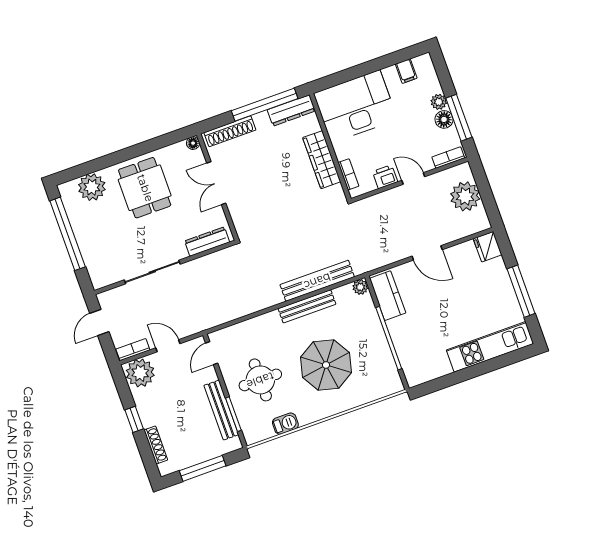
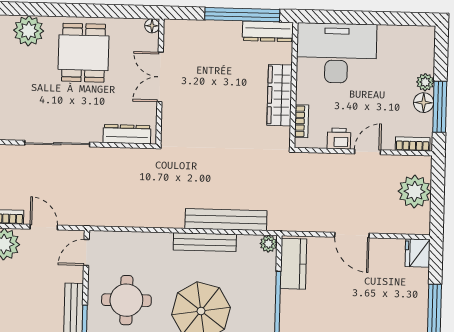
filing cabinet: (406, 71) -> (404, 37), removed
shoe rack: (230, 131) -> (195, 28), removed
door: (413, 179) -> (368, 152), hinge flipped

